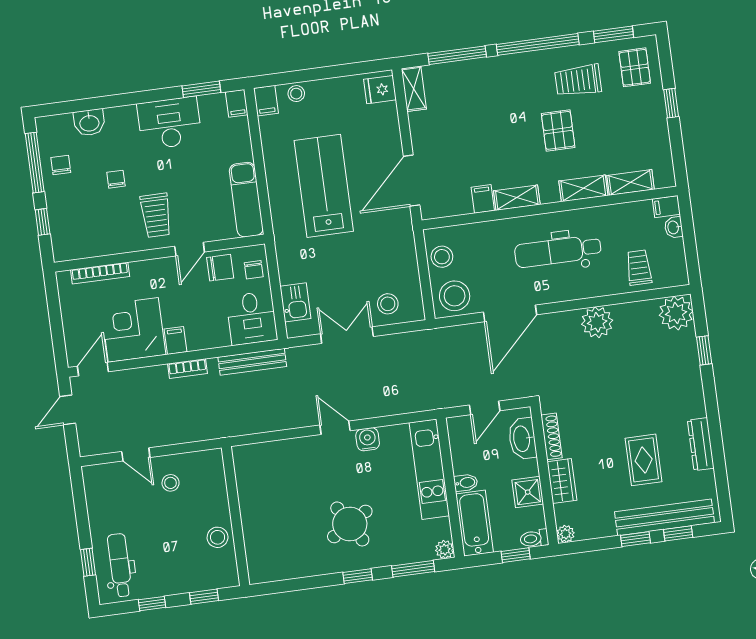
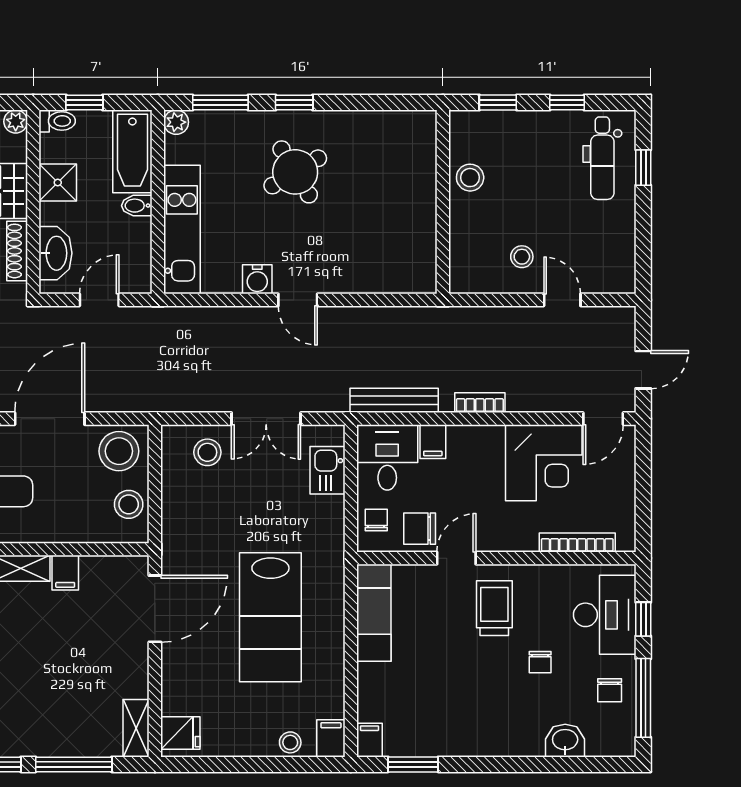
desk: (169, 123) -> (605, 615), moved, turned -90
filing cabinet: (175, 340) -> (433, 442), moved

